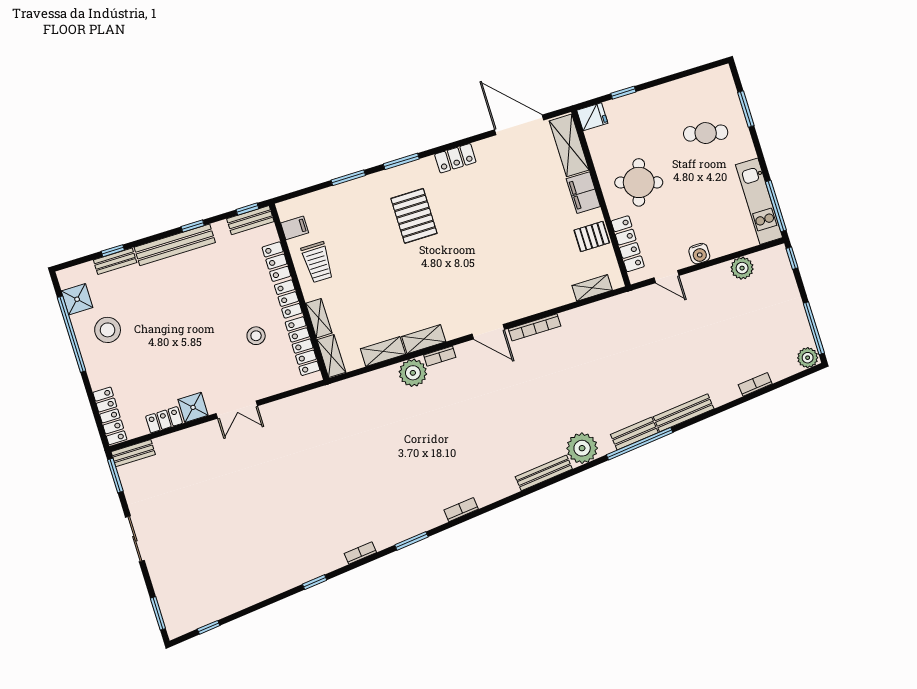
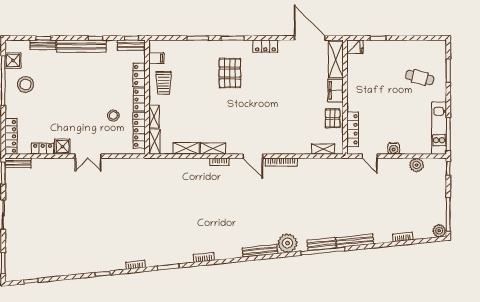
round table: (639, 182) -> (371, 95), removed
pallet: (592, 236) -> (332, 118), turned 90
plant: (413, 373) -> (200, 167), removed

